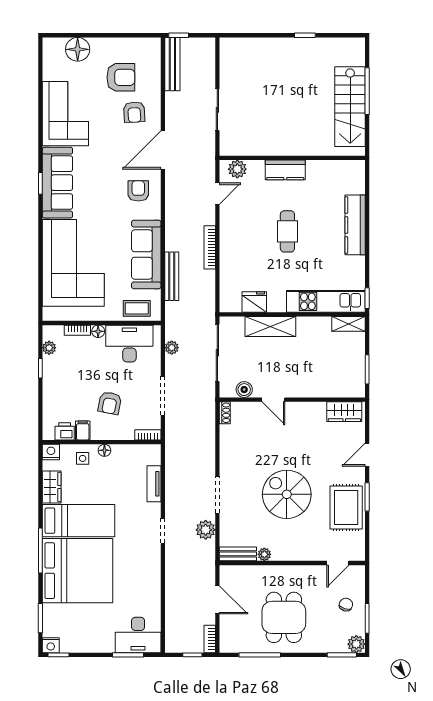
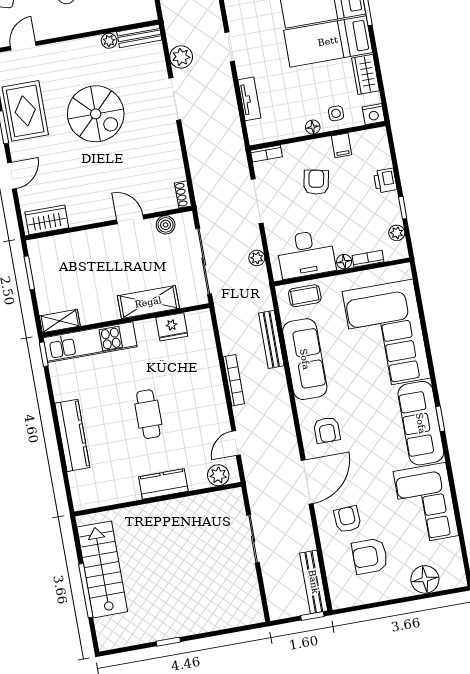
printer: (65, 431) -> (385, 181), moved, turned 90

